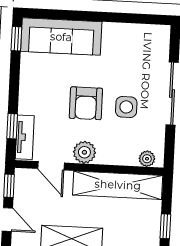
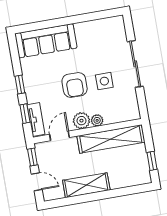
window: (16, 39) -> (20, 85), moved
plant: (147, 159) -> (97, 120), moved
door: (51, 166) -> (60, 136), swing flipped

